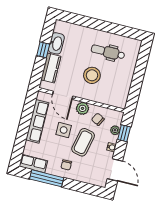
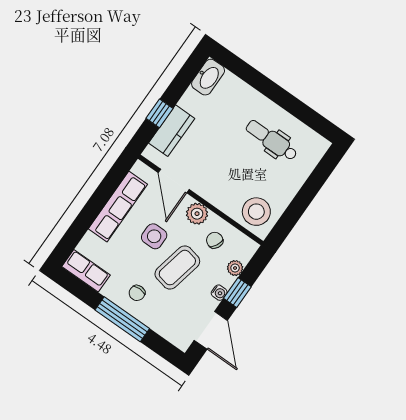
washbasin: (56, 43) -> (208, 77), moved
window: (43, 50) -> (159, 113), moved
stool: (92, 75) -> (256, 212), moved
window: (124, 133) -> (237, 293), moved
window: (47, 178) -> (122, 319), moved

